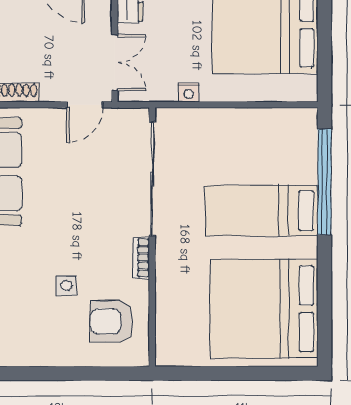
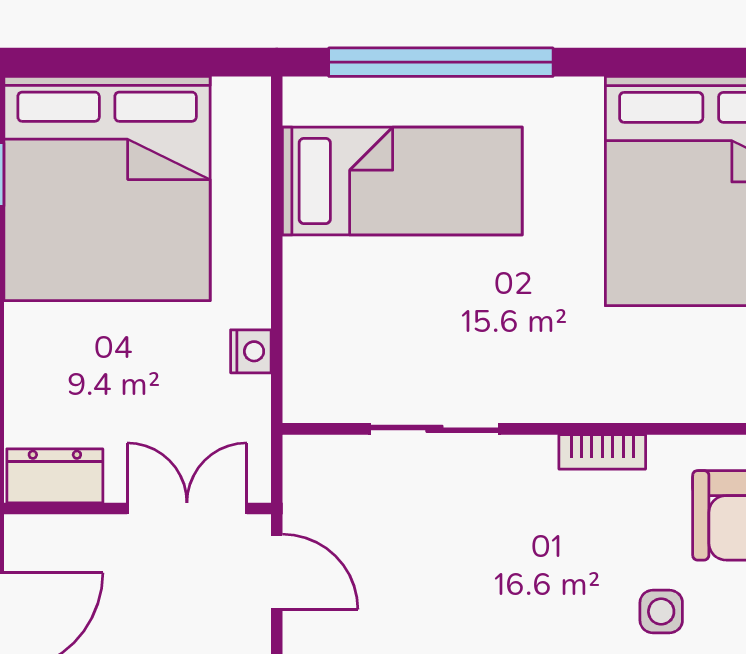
sliding door: (152, 179) -> (434, 429), width x0.54
bed: (261, 211) -> (402, 181), moved, turned -90

